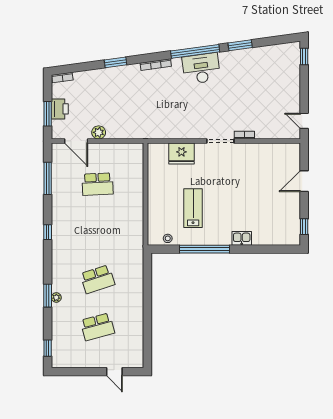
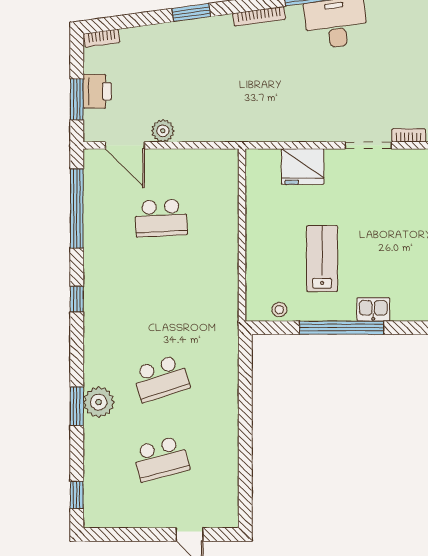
window: (48, 178) -> (77, 208), width x1.46
kitchen sink: (242, 238) -> (373, 309), moved
plant: (56, 298) -> (99, 402), width x1.88, depth x1.88

